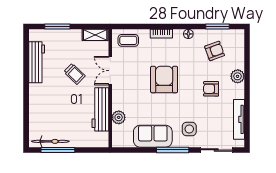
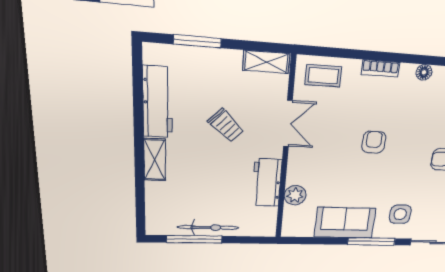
double door: (110, 71) -> (288, 124), swing flipped
armchair: (164, 79) -> (374, 142), width x0.53, depth x0.53
shelving: (35, 97) -> (155, 160), added
workbench: (100, 109) -> (267, 183), width x0.73
bicycle: (50, 141) -> (208, 227), moved

